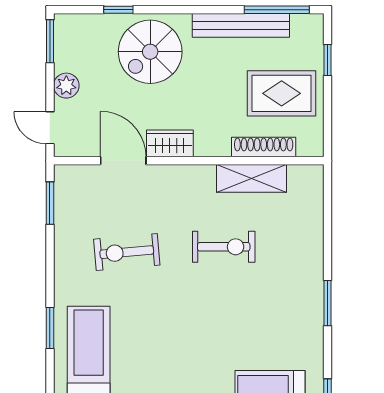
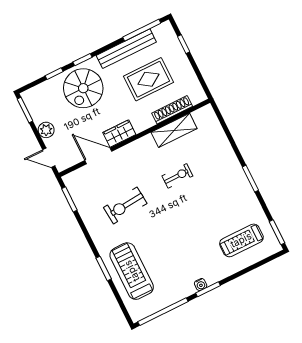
window: (170, 10) -> (82, 60), added
rug: (282, 93) -> (148, 79), moved
exercise bike: (224, 247) -> (177, 176), width x0.73, depth x0.72

